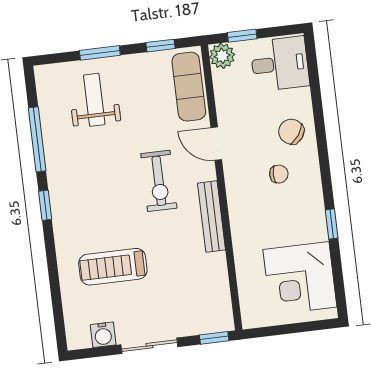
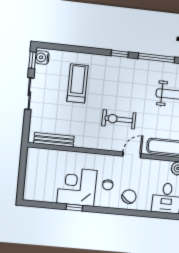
bench: (211, 217) -> (54, 140), moved
corner desk: (300, 278) -> (77, 187), moved
water cooler: (103, 335) -> (42, 58), moved
window: (214, 338) -> (32, 60), moved

